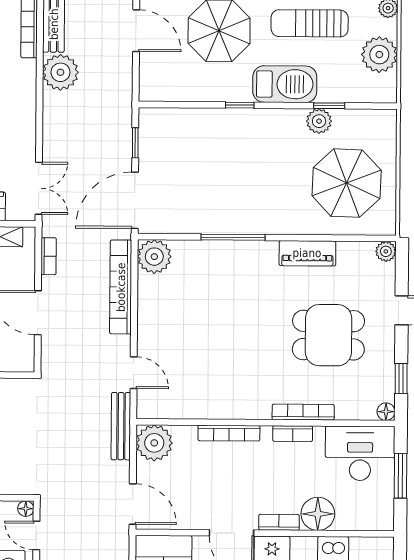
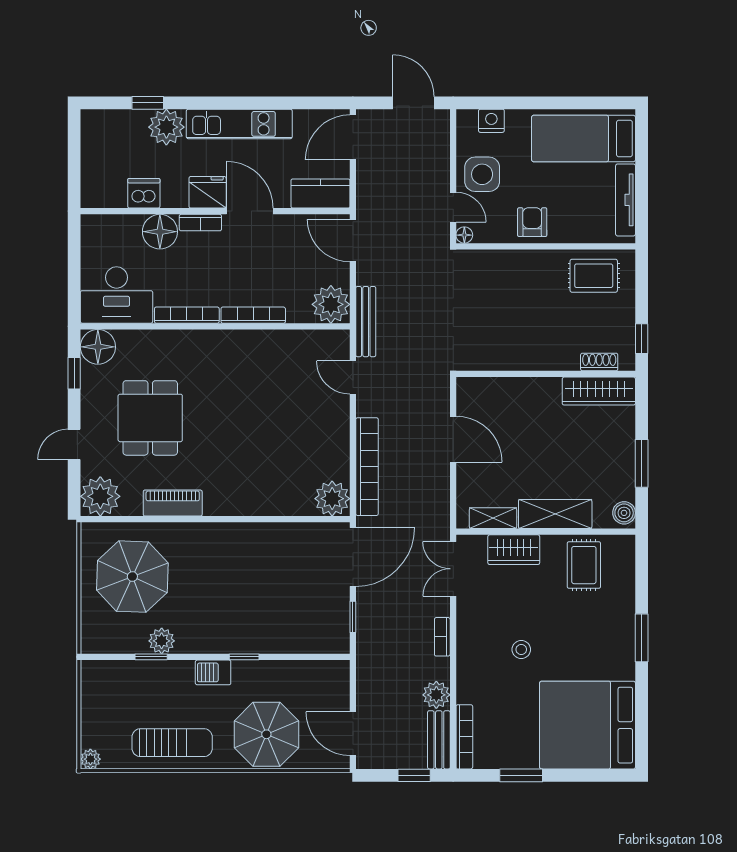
plant: (379, 55) -> (99, 711), removed
plant: (60, 72) -> (436, 695), width x0.73, depth x0.73
barbecue: (285, 84) -> (213, 672), width x0.53, depth x0.65
window: (233, 237) -> (250, 519), removed
plant: (386, 251) -> (100, 496), width x1.87, depth x1.87
bookcase: (49, 256) -> (442, 637), moved
dining table: (328, 335) -> (150, 418), turned 90
bookcase: (303, 412) -> (176, 338), removed
floor lamp: (386, 412) -> (98, 347), width x1.89, depth x1.89
bookcase: (293, 434) -> (187, 315), width x1.56
window: (400, 476) -> (74, 272), removed

